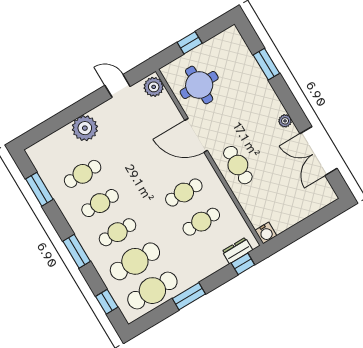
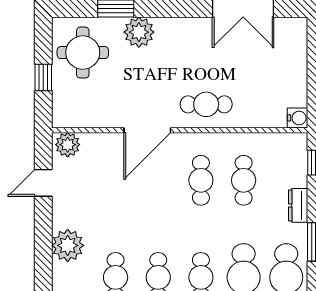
round table: (199, 85) -> (83, 53), moved
plant: (285, 121) -> (139, 32), moved, width x1.88, depth x1.88
dresser: (237, 251) -> (298, 205), moved

